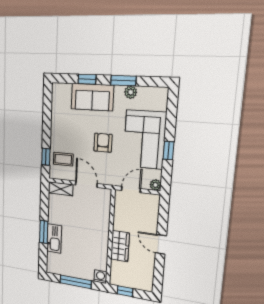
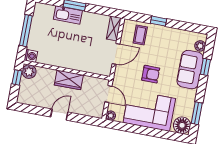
window: (123, 81) -> (197, 113), moved
plant: (131, 92) -> (200, 46), moved
floor lamp: (158, 97) -> (182, 125), added
window: (168, 150) -> (138, 129), removed
window: (46, 157) -> (159, 21), moved
wardrobe: (120, 246) -> (69, 80), moved
plant: (117, 278) -> (29, 72), added

